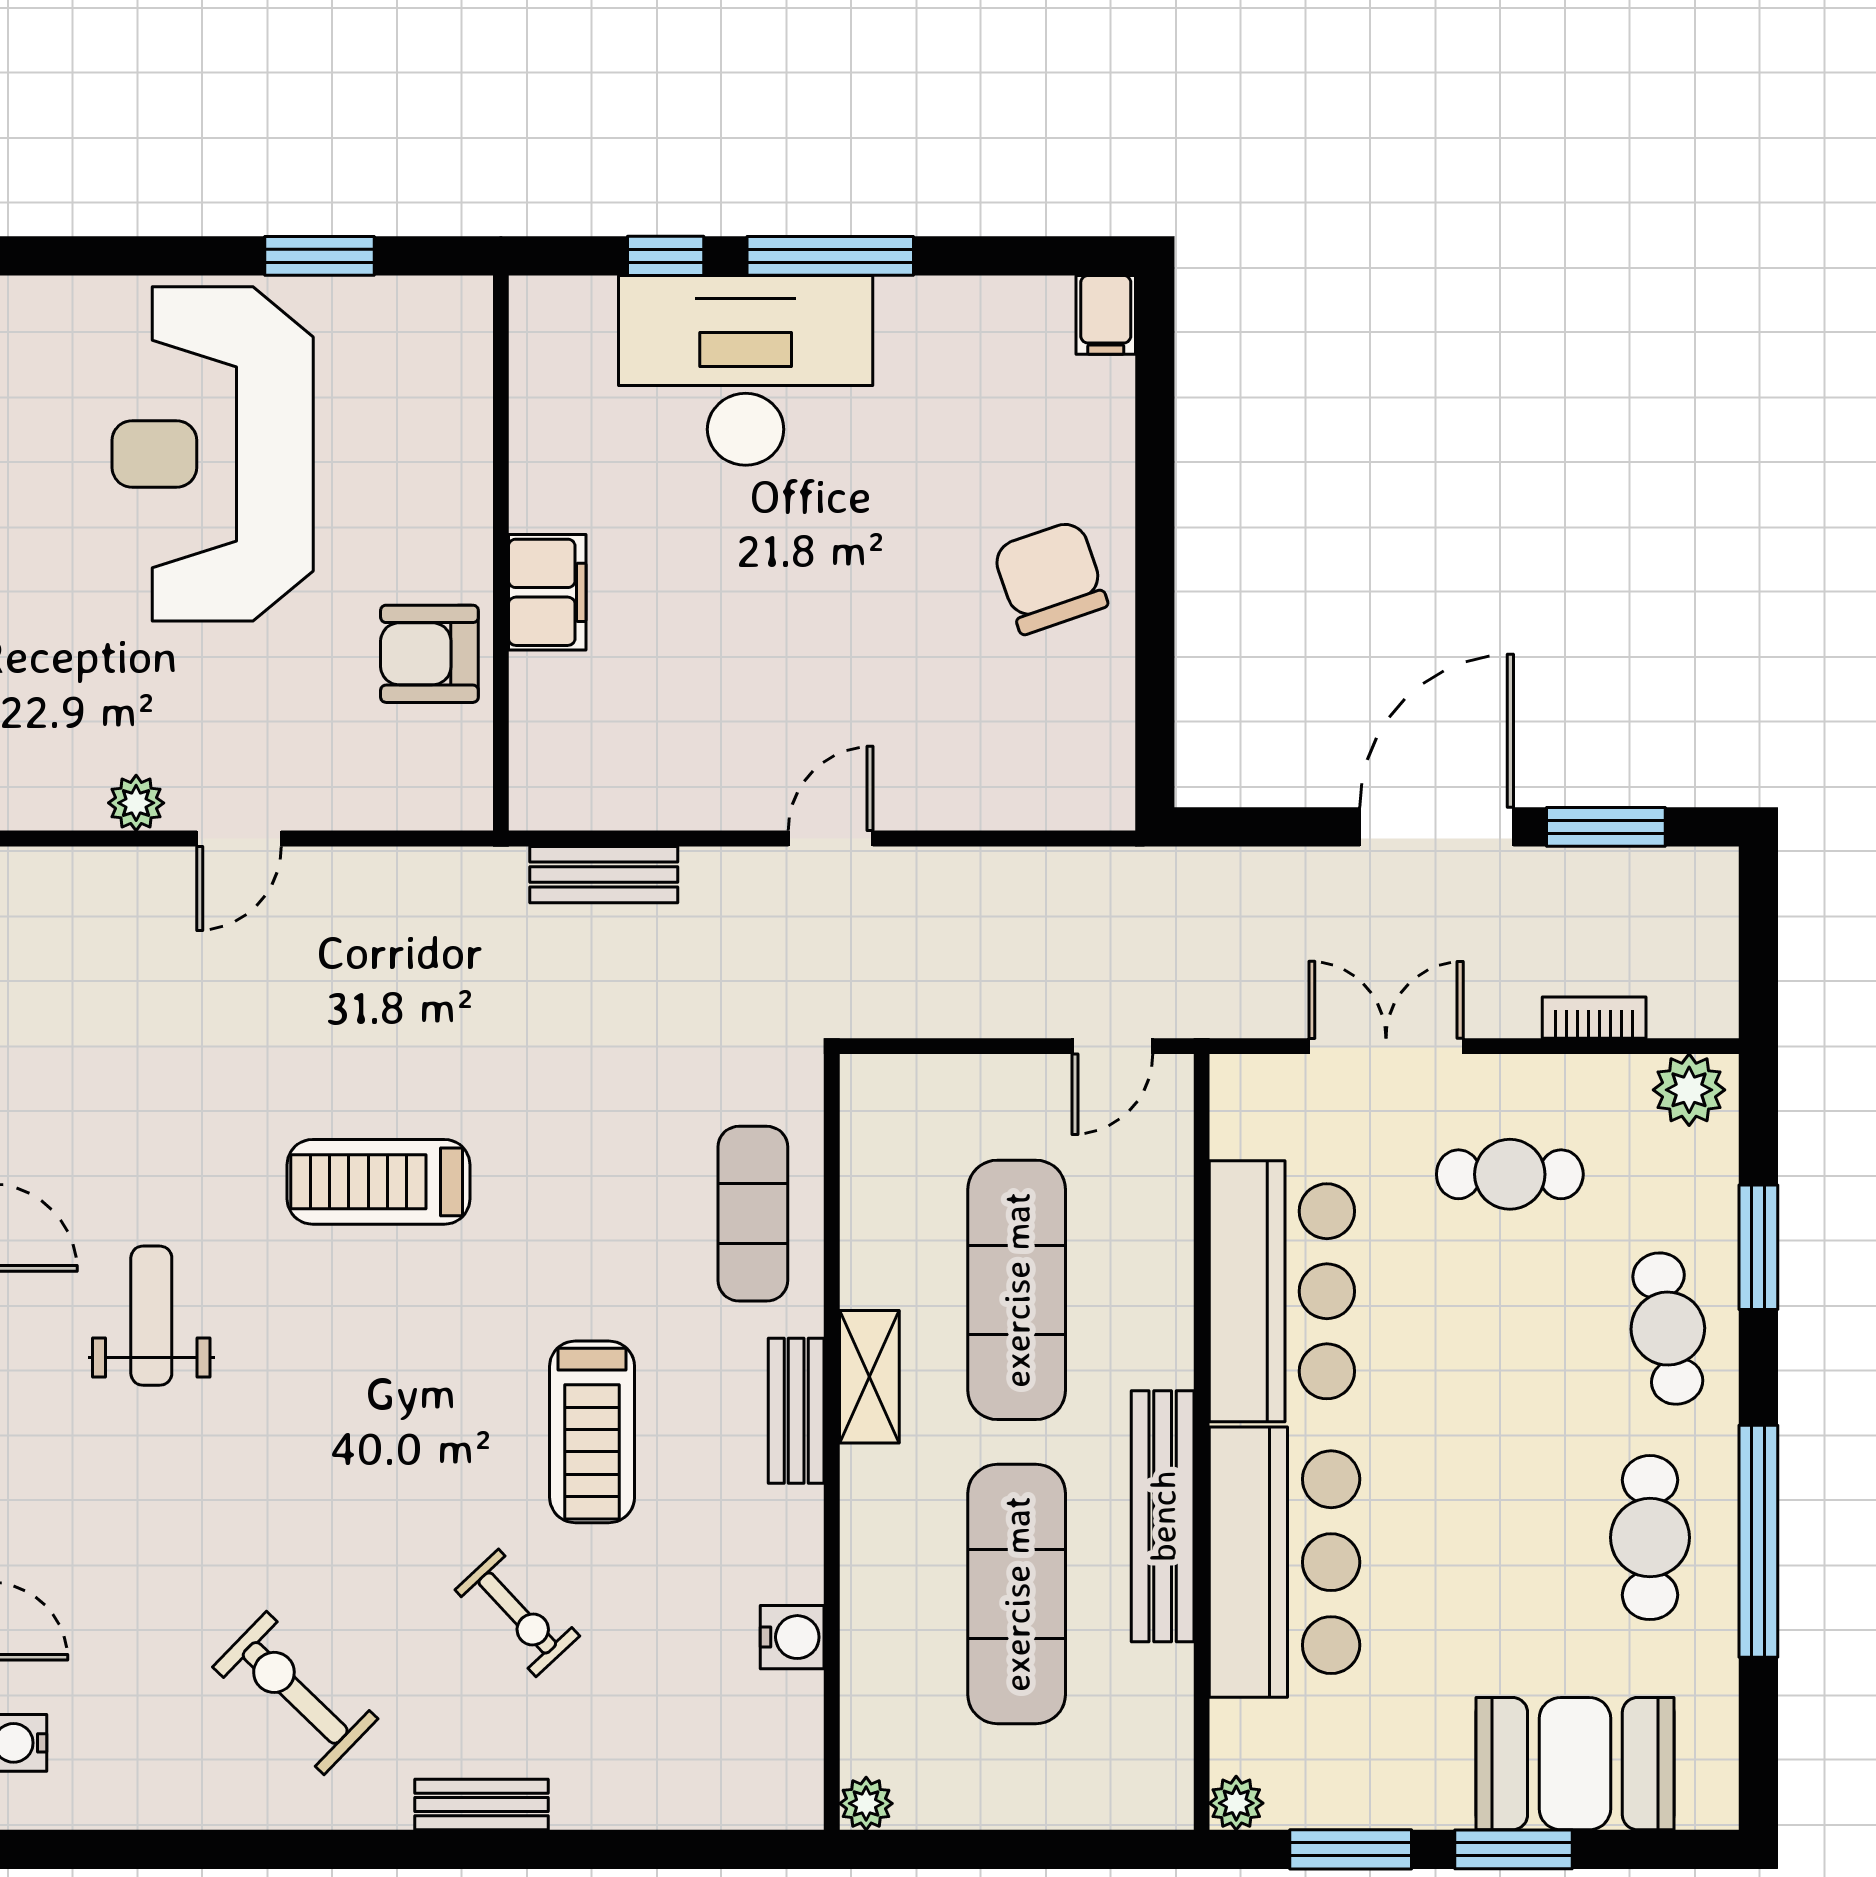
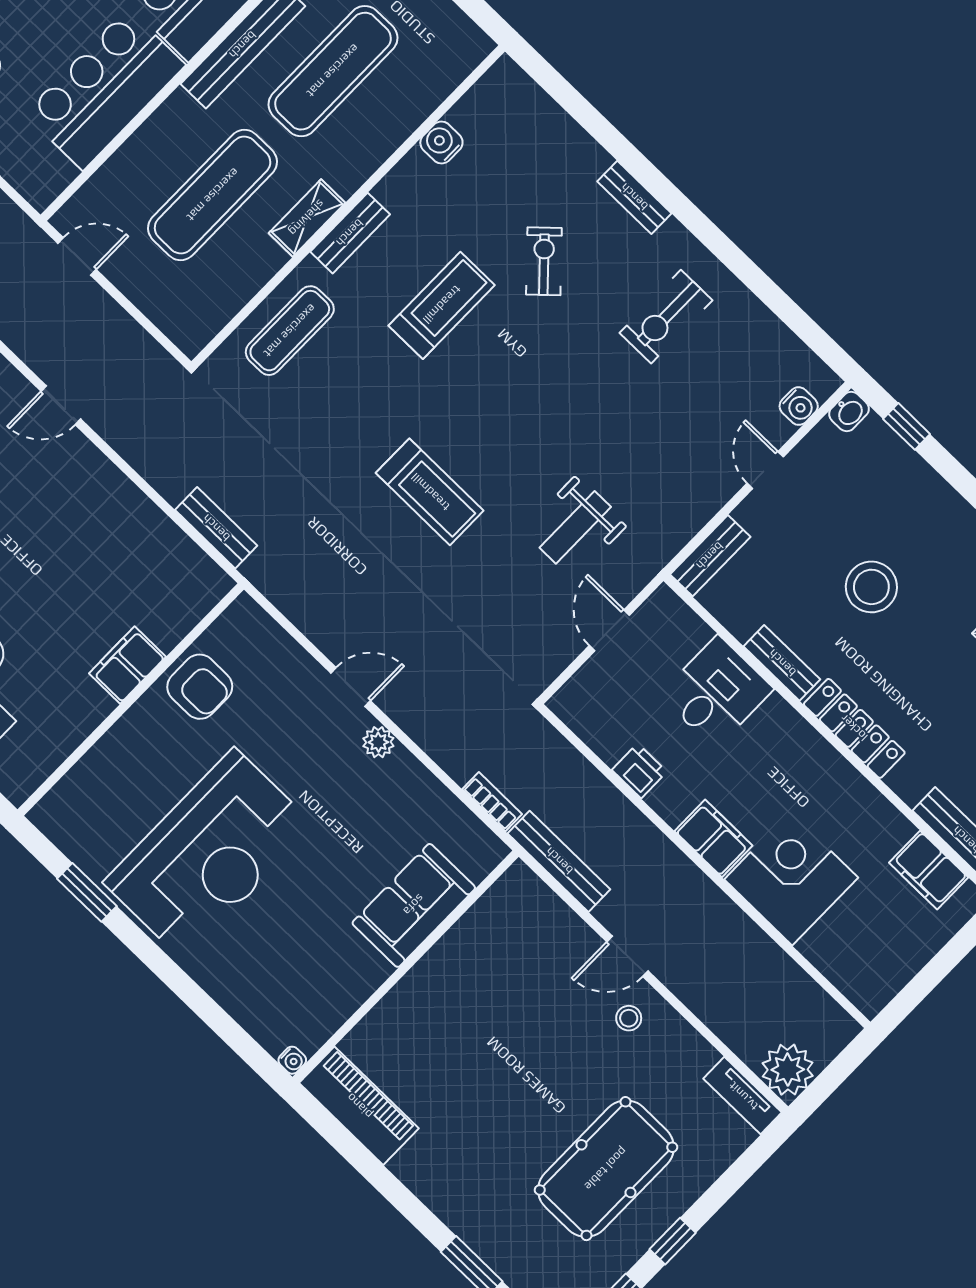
door: (831, 839) -> (61, 405), moved
exercise bike: (295, 1693) -> (666, 317), turned 46
plant: (866, 1803) -> (477, 45), removed

